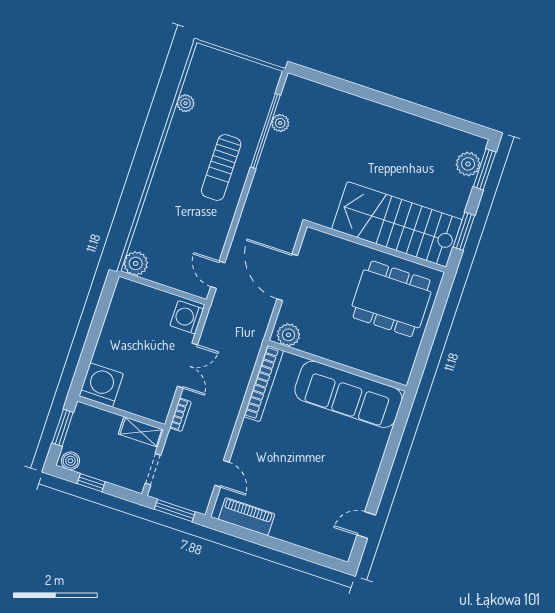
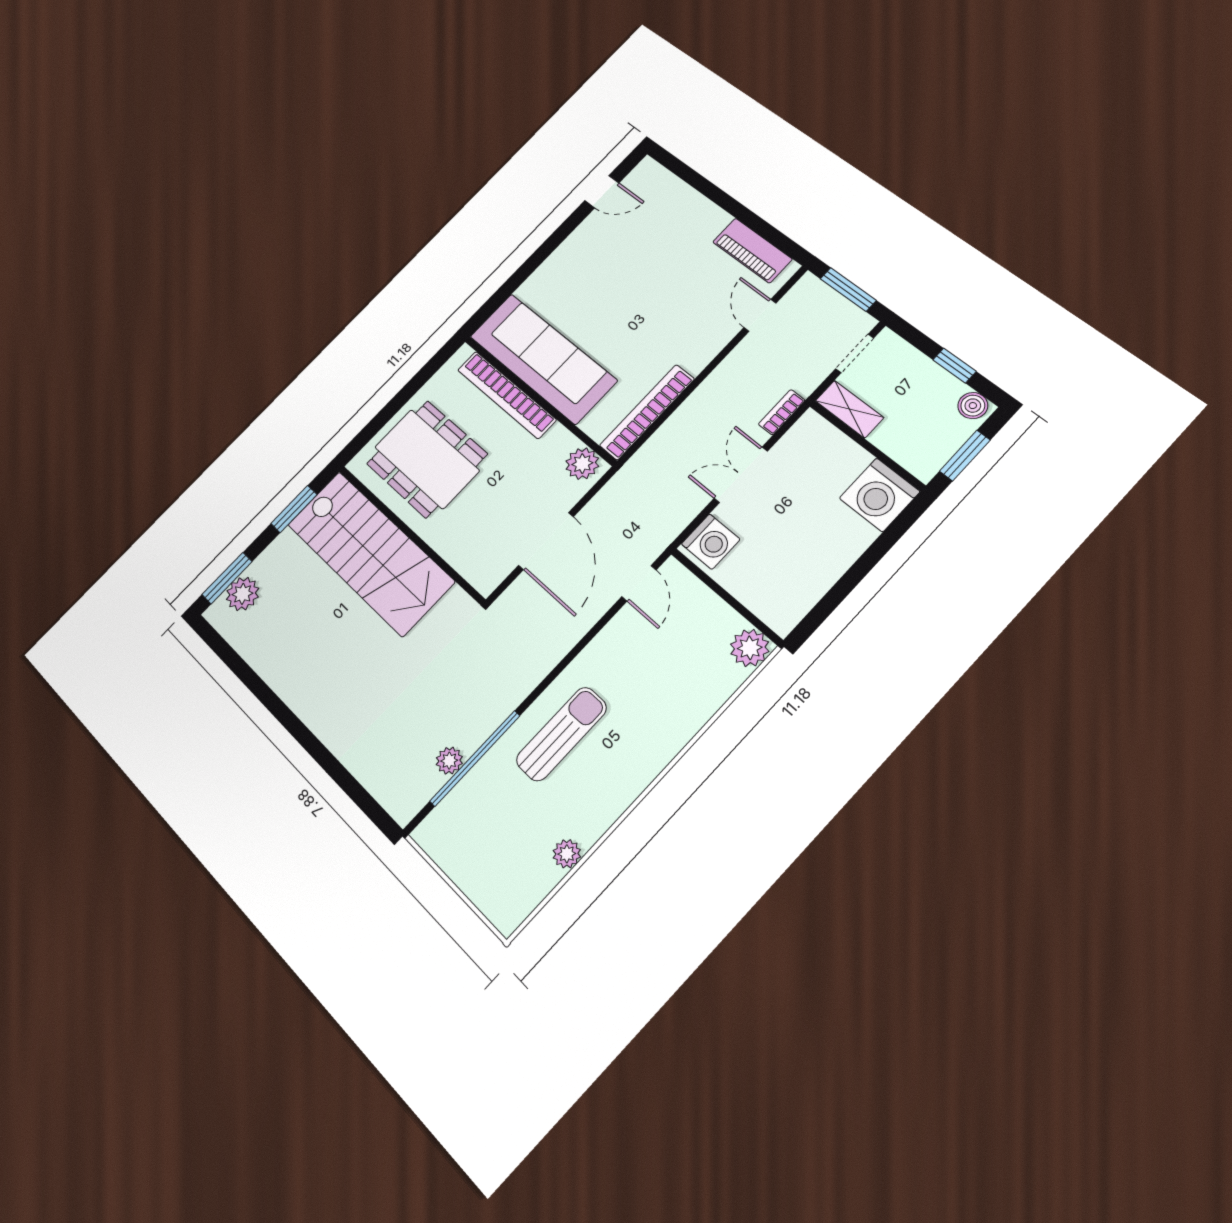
bookcase: (360, 361) -> (507, 395), added

